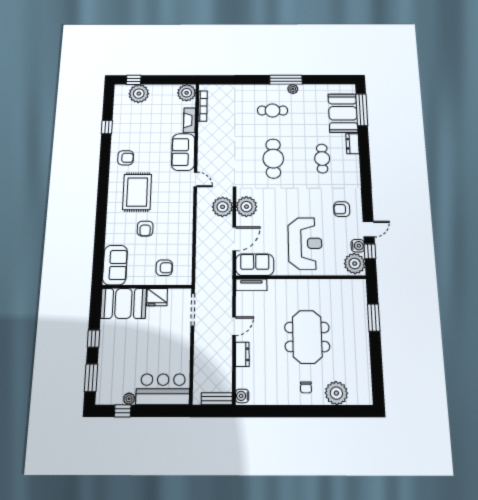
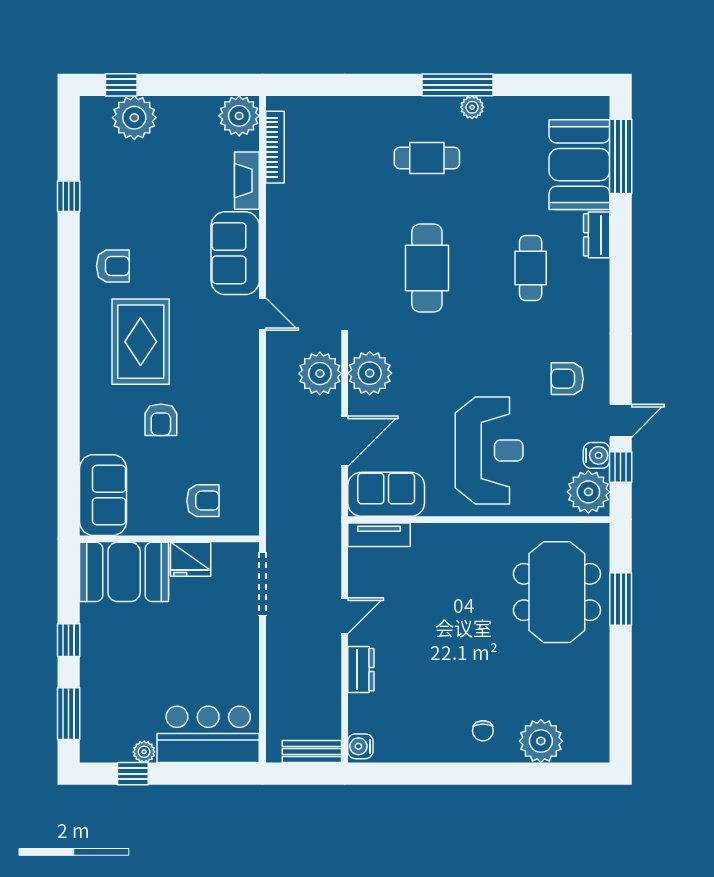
meeting table: (307, 337) -> (557, 592), moved

